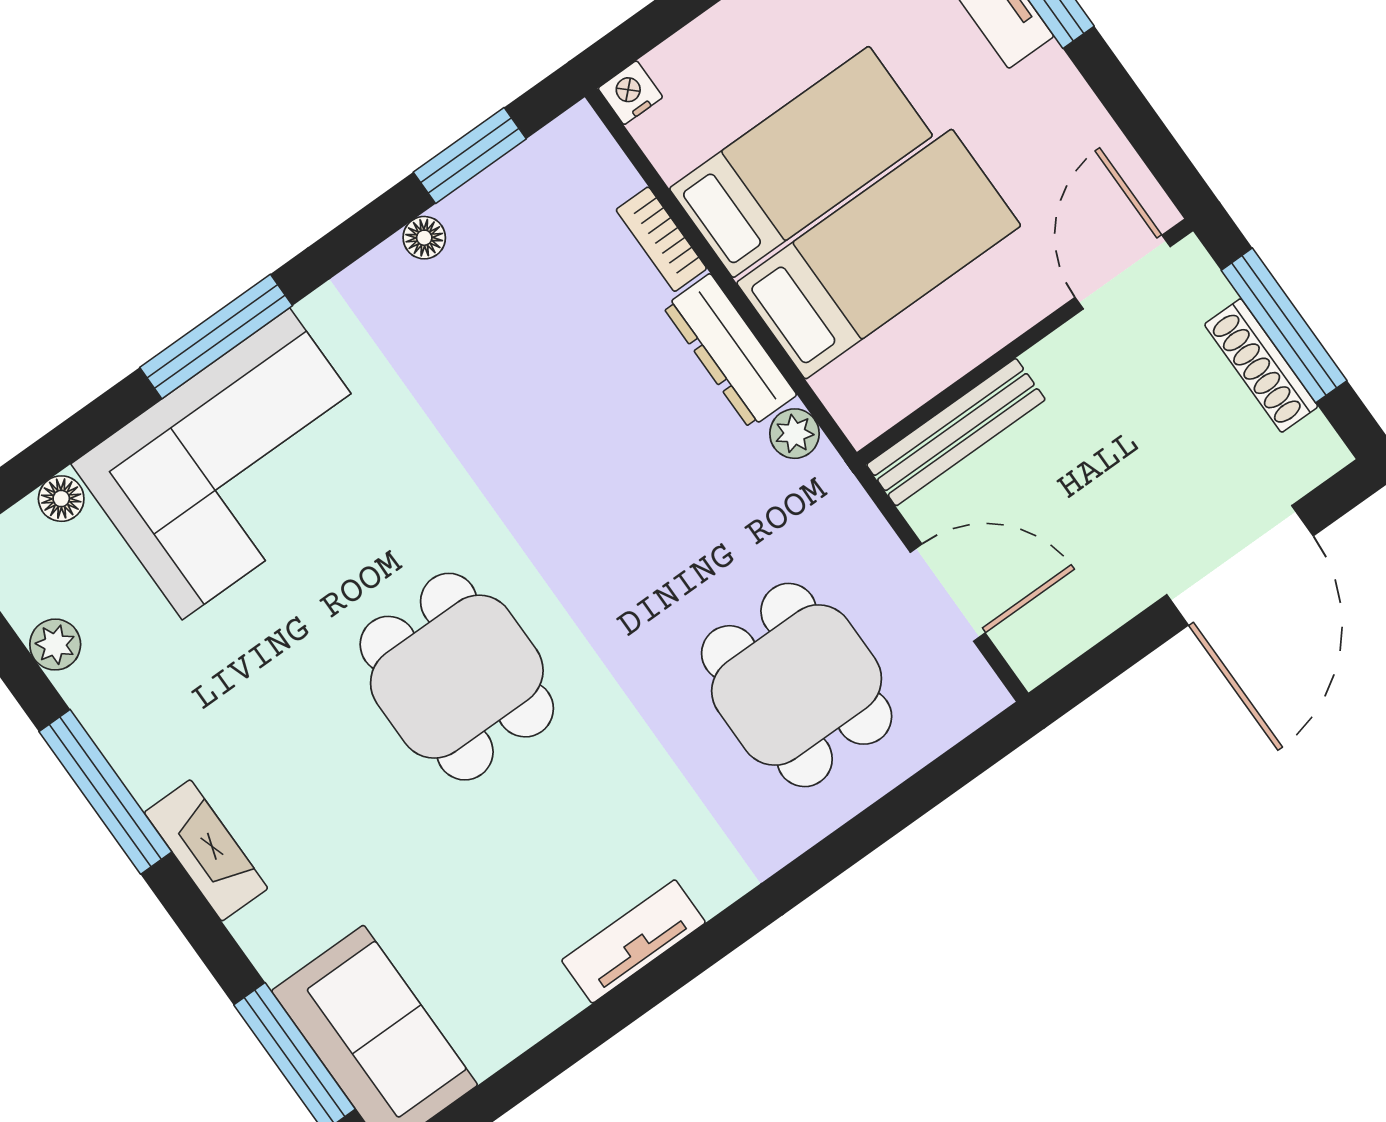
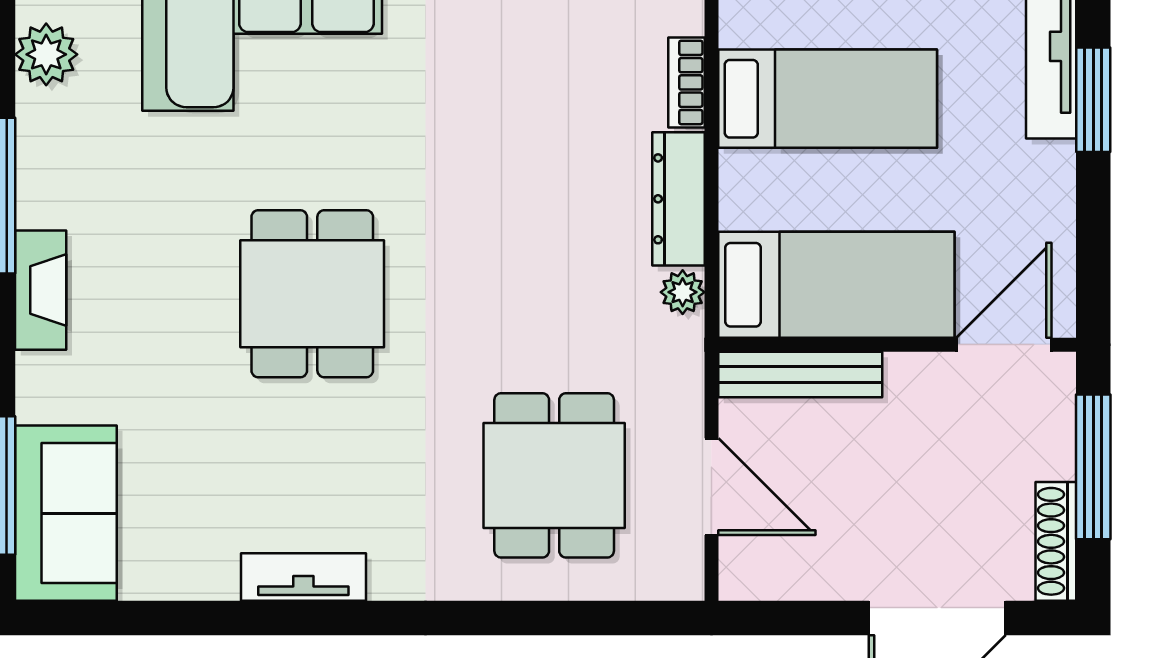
bed: (879, 254) -> (836, 285), moved
shoe rack: (1261, 366) -> (1056, 541), moved
plant: (55, 645) -> (46, 54), width x1.38, depth x1.38

